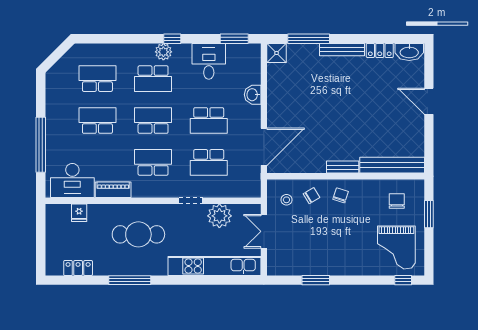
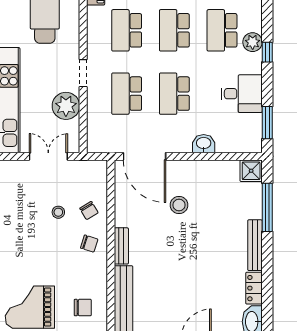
stool: (307, 116) -> (179, 205), added
school desk: (153, 120) -> (174, 30), turned 180
school desk: (153, 162) -> (127, 30), turned 180
stool: (286, 200) -> (58, 212), moved

